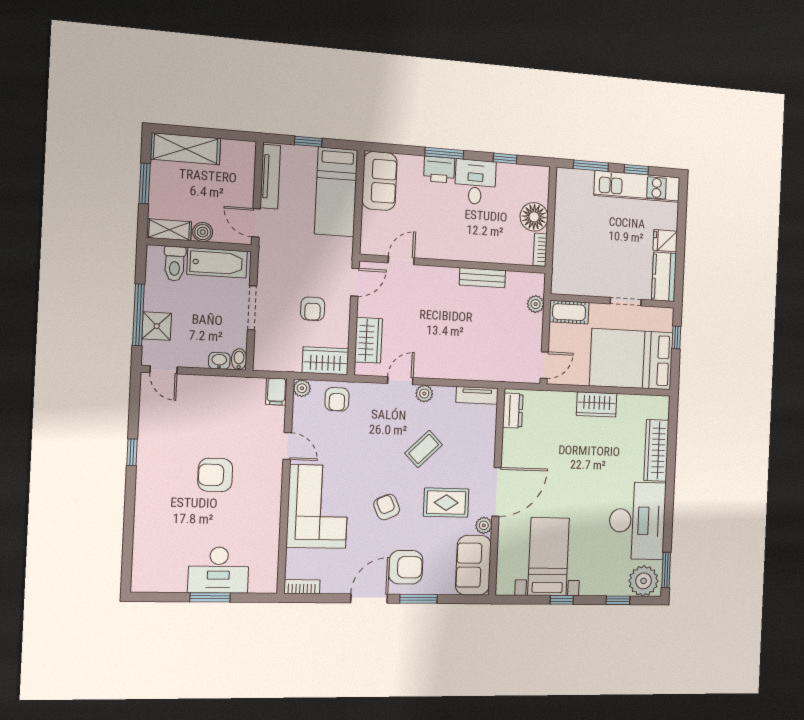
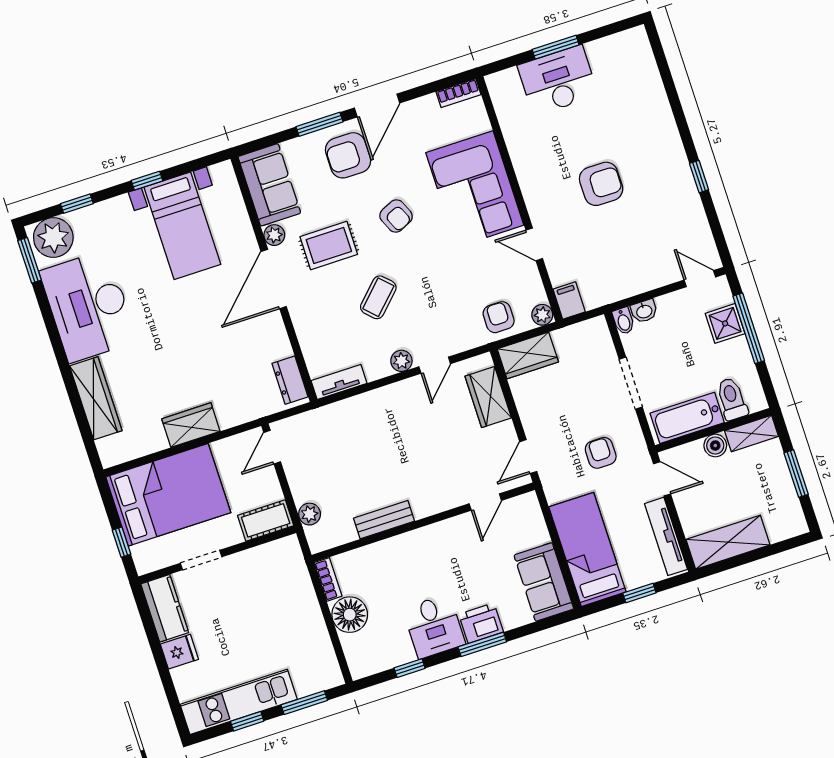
shelving: (186, 149) -> (728, 542), moved
armchair: (313, 309) -> (601, 453), moved

